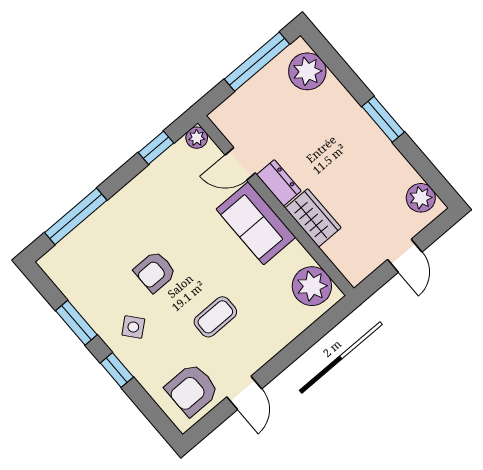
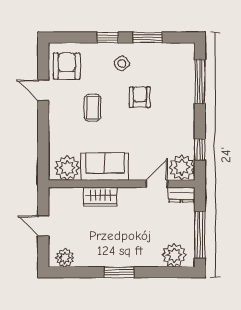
plant: (197, 138) -> (182, 167), width x1.87, depth x1.87
dresser: (279, 183) -> (181, 195), moved
sofa: (256, 223) -> (105, 167), moved

